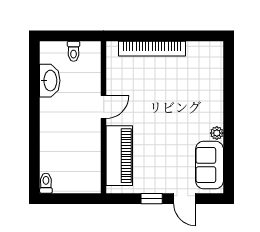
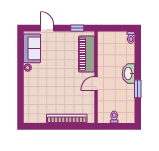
washbasin: (50, 81) -> (129, 74), moved
window: (34, 98) -> (138, 89), added
window: (152, 199) -> (77, 28), moved

